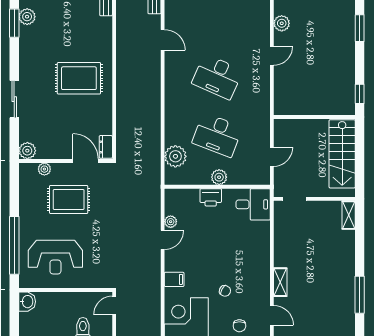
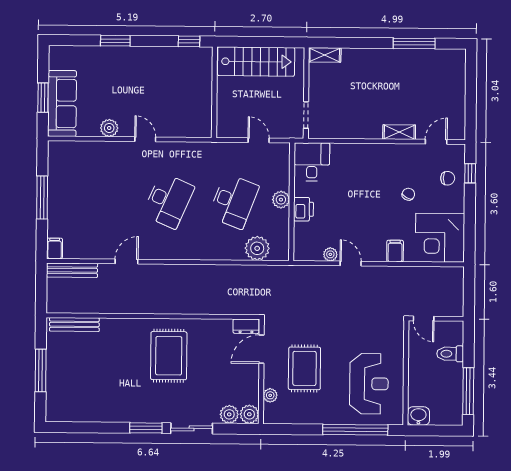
plant: (27, 17) -> (229, 414), moved
window: (14, 23) -> (146, 428), moved

